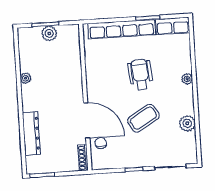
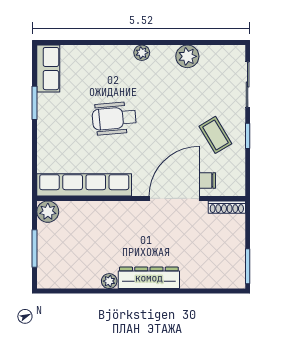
row of seats: (122, 29) -> (84, 185), moved, turned -90
plant: (49, 33) -> (48, 212), moved
plant: (187, 79) -> (142, 53), moved
coffee table: (143, 118) -> (215, 135), moved, width x0.73, depth x0.77
dresser: (31, 134) -> (149, 278), moved

